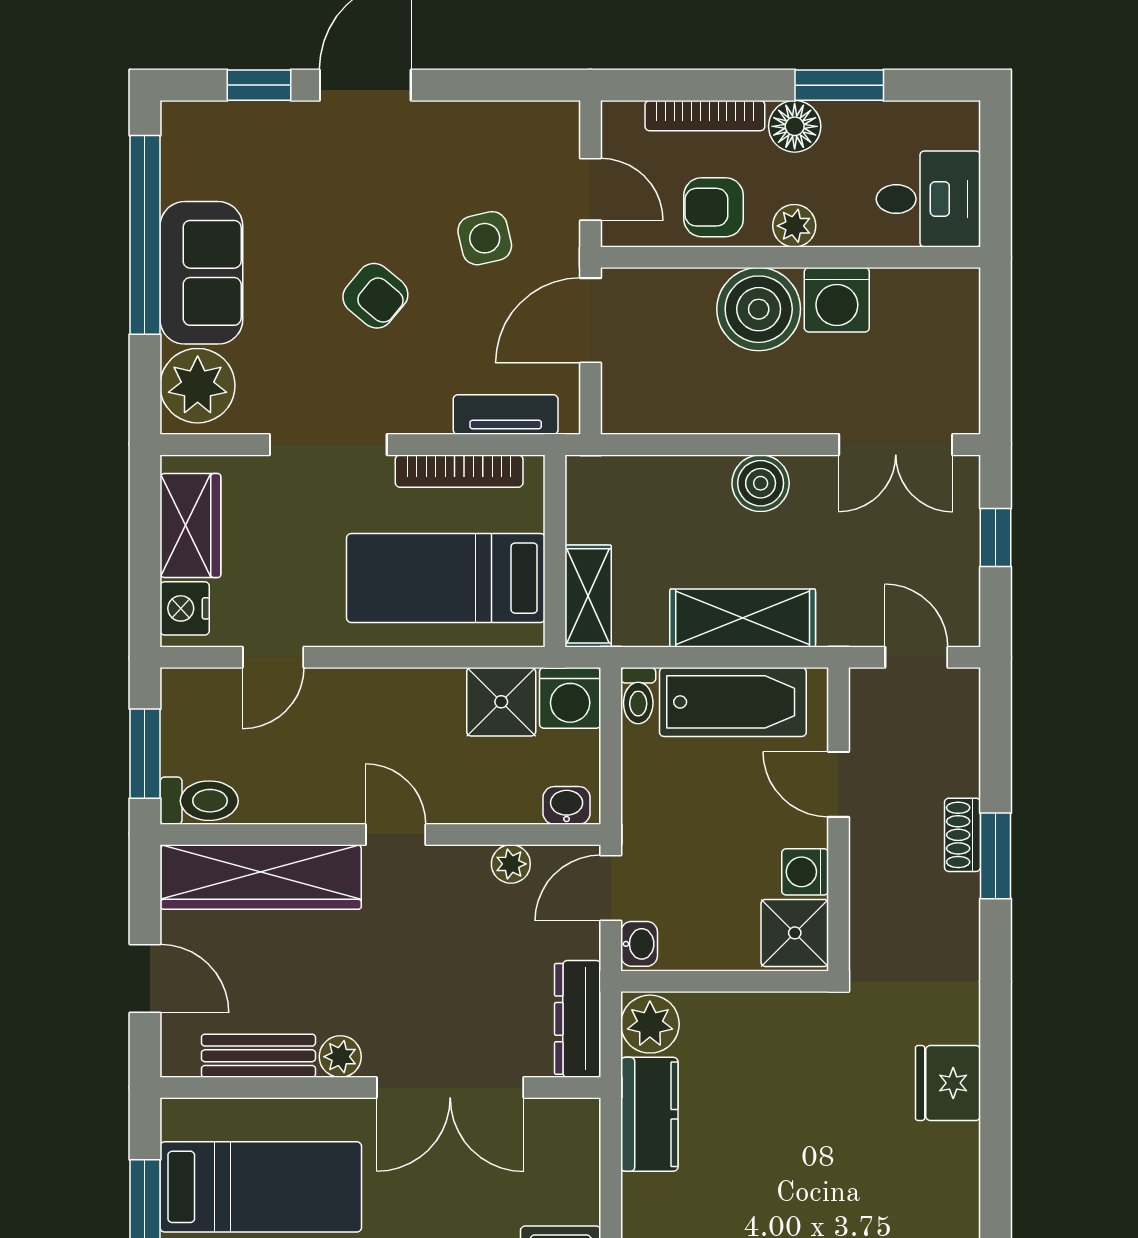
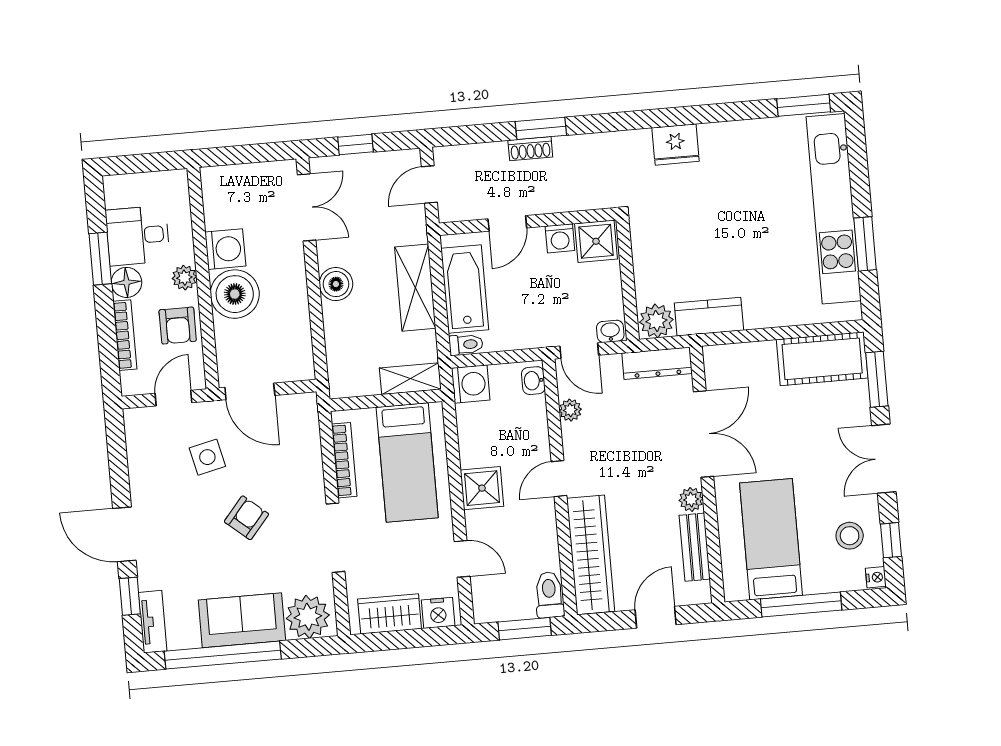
desk: (928, 199) -> (138, 236), moved, turned -90
tv unit: (506, 415) -> (153, 622), moved, turned 180
shower: (501, 702) -> (482, 488), moved

